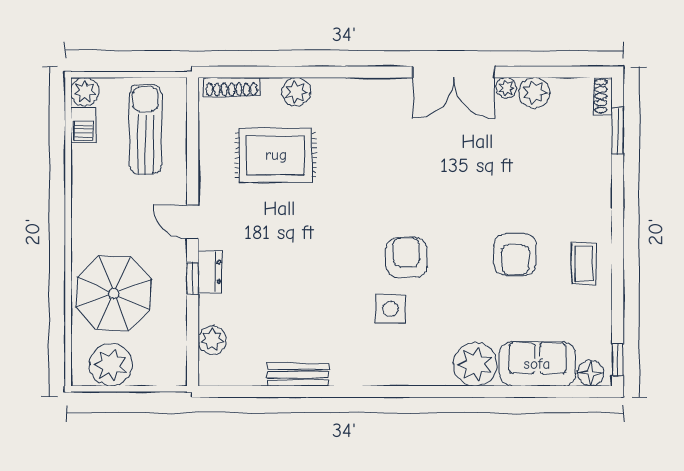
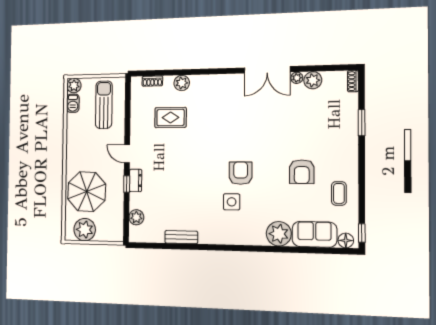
shoe rack: (232, 87) -> (152, 81), width x0.70
window: (618, 131) -> (362, 123), moved
rug: (276, 155) -> (170, 118), width x0.73, depth x0.70
coffee table: (584, 263) -> (339, 193), moved

